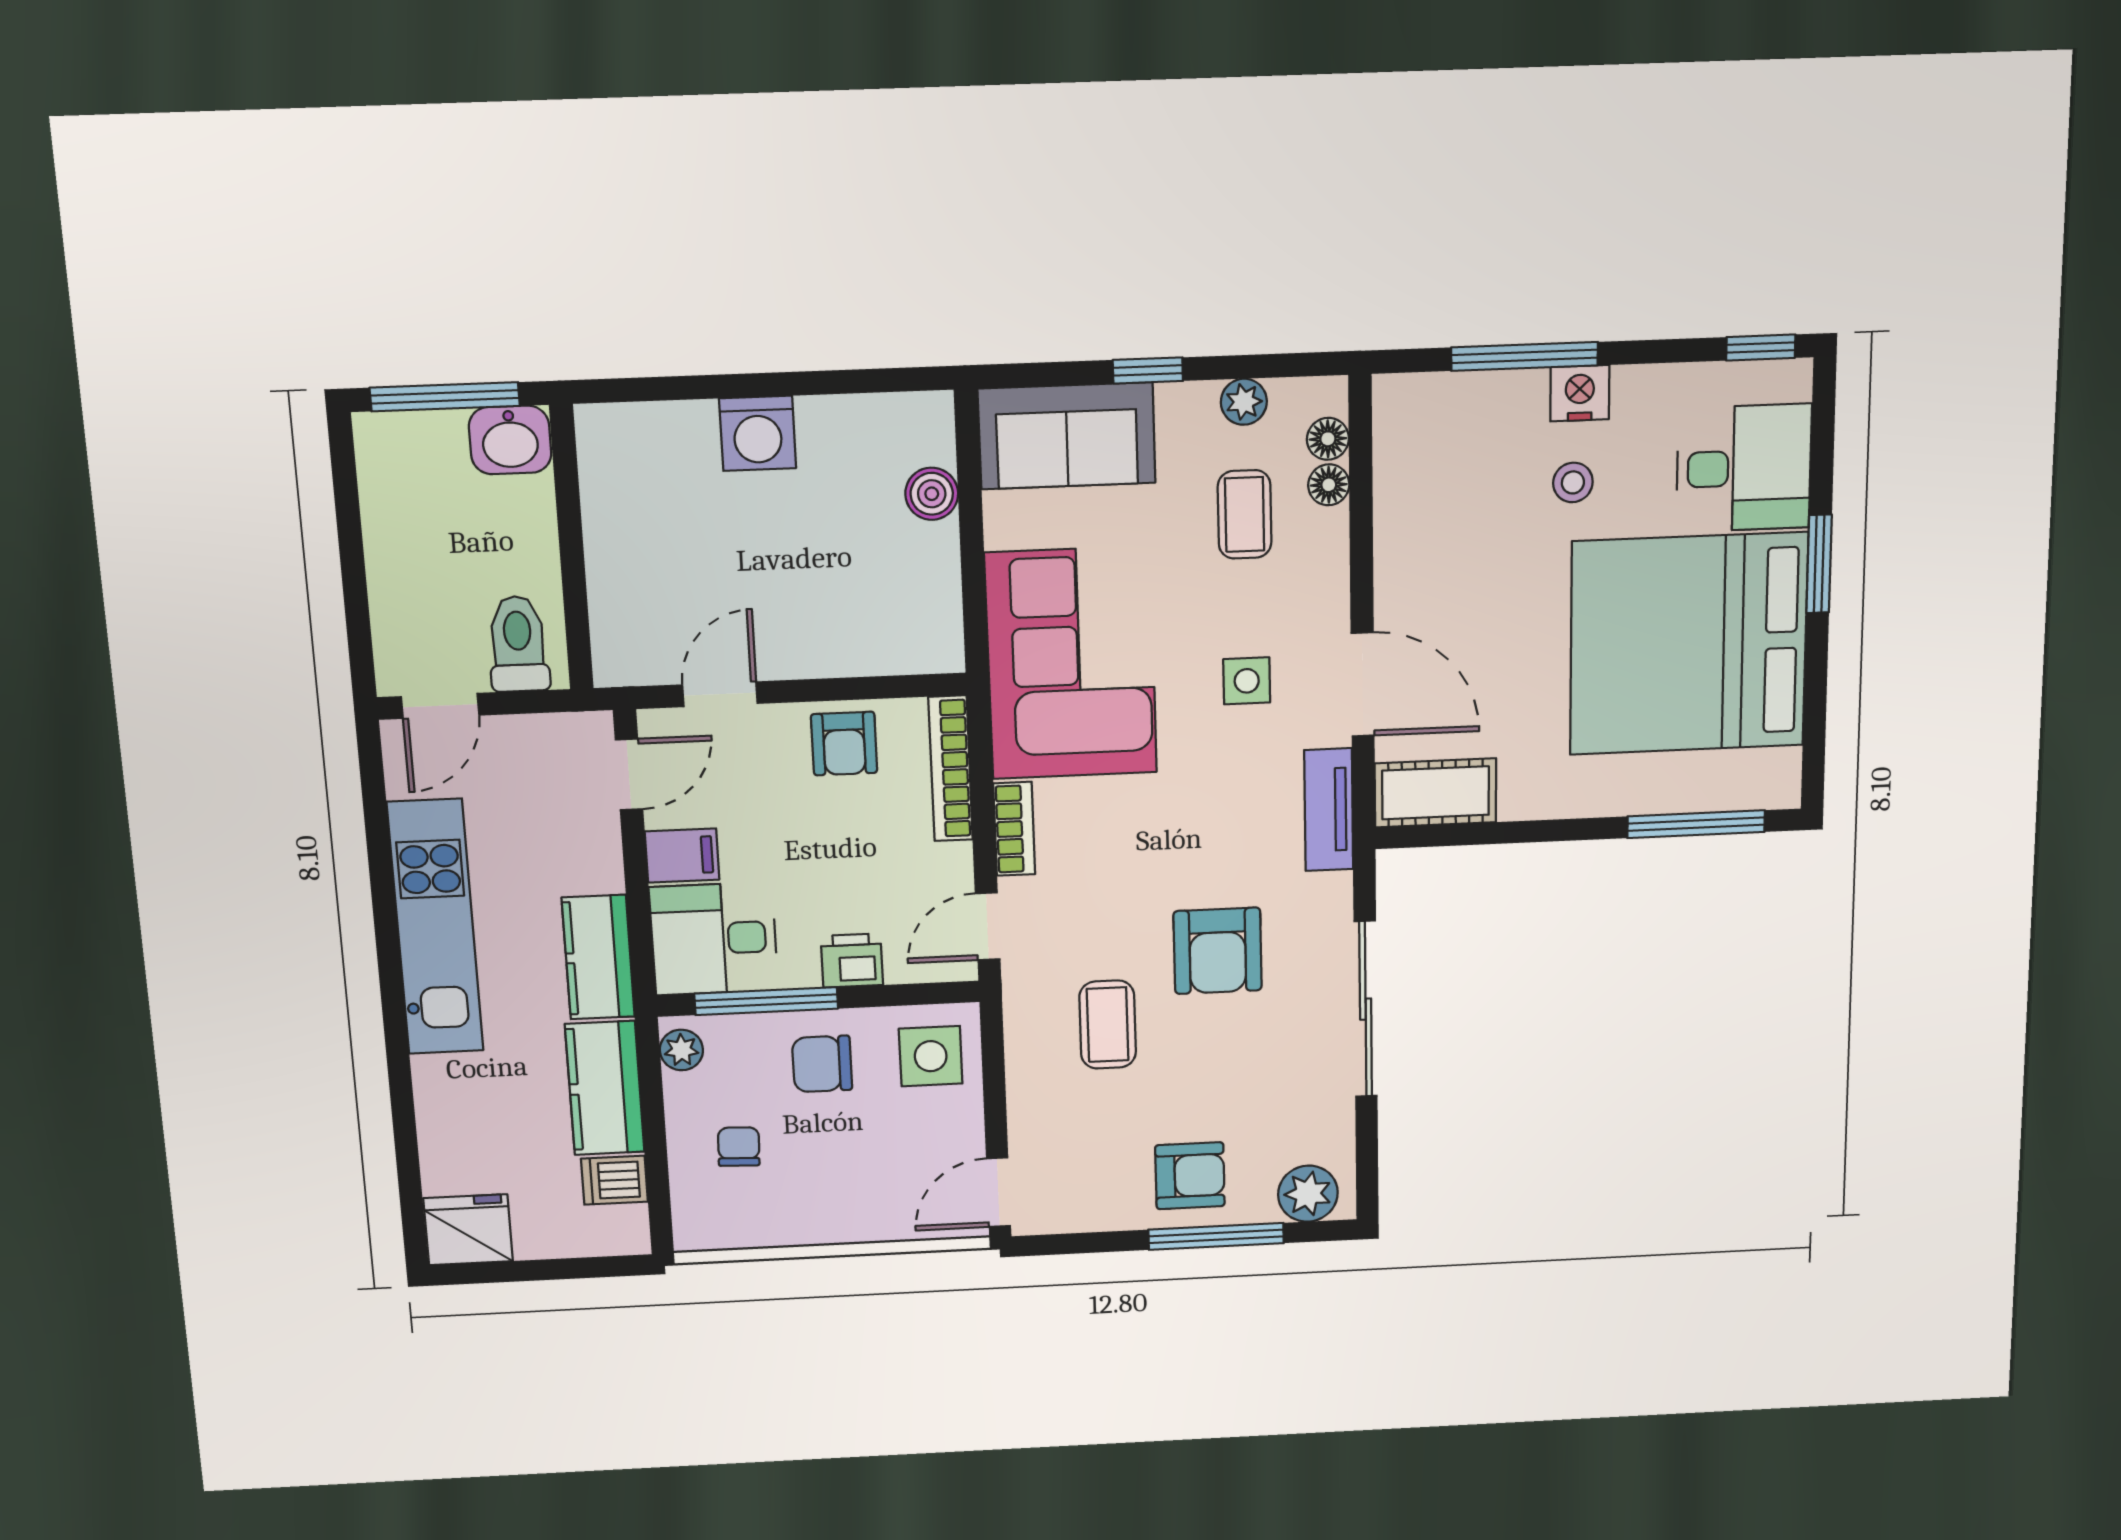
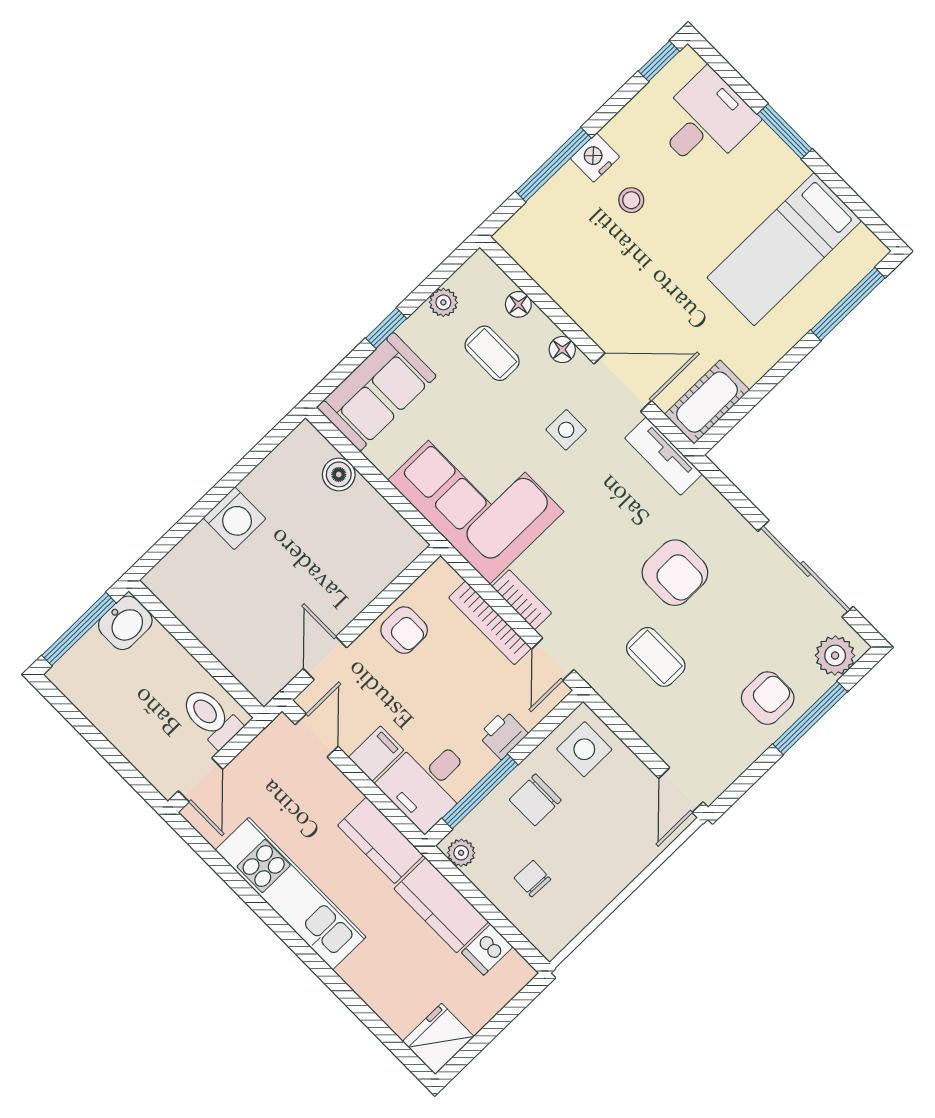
floor lamp: (1328, 439) -> (562, 350), moved
bed: (1689, 644) -> (784, 249), width x0.49
bookcase: (951, 768) -> (490, 623), moved
sliding door: (1366, 1009) -> (806, 569), moved

